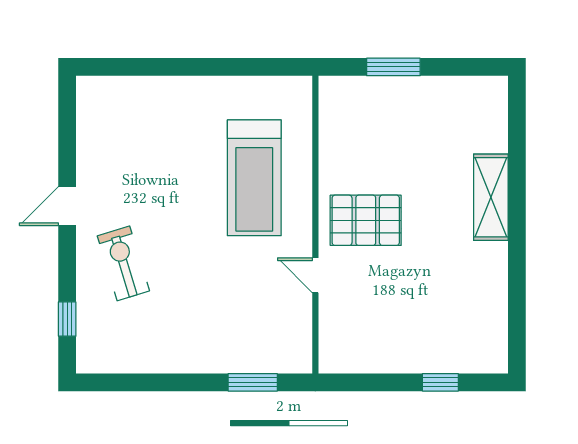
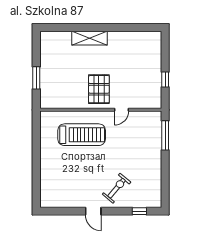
exercise bike: (123, 263) -> (117, 188), turned 147
window: (253, 382) -> (165, 135), width x1.44
window: (440, 382) -> (165, 80), moved

